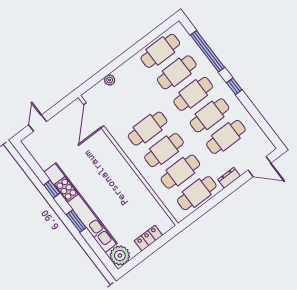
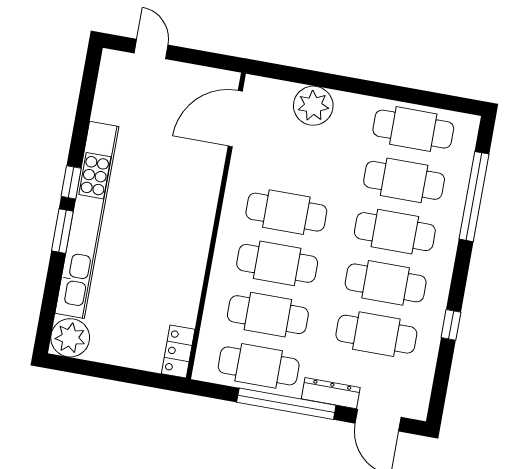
plant: (110, 80) -> (313, 106), width x1.88, depth x1.88
window: (234, 86) -> (451, 325), moved
door: (38, 123) -> (151, 49), hinge flipped
dresser: (229, 178) -> (331, 393), width x1.44
window: (52, 189) -> (71, 182), moved
window: (221, 196) -> (286, 404), added
locker: (148, 238) -> (178, 351), moved, turned -90

